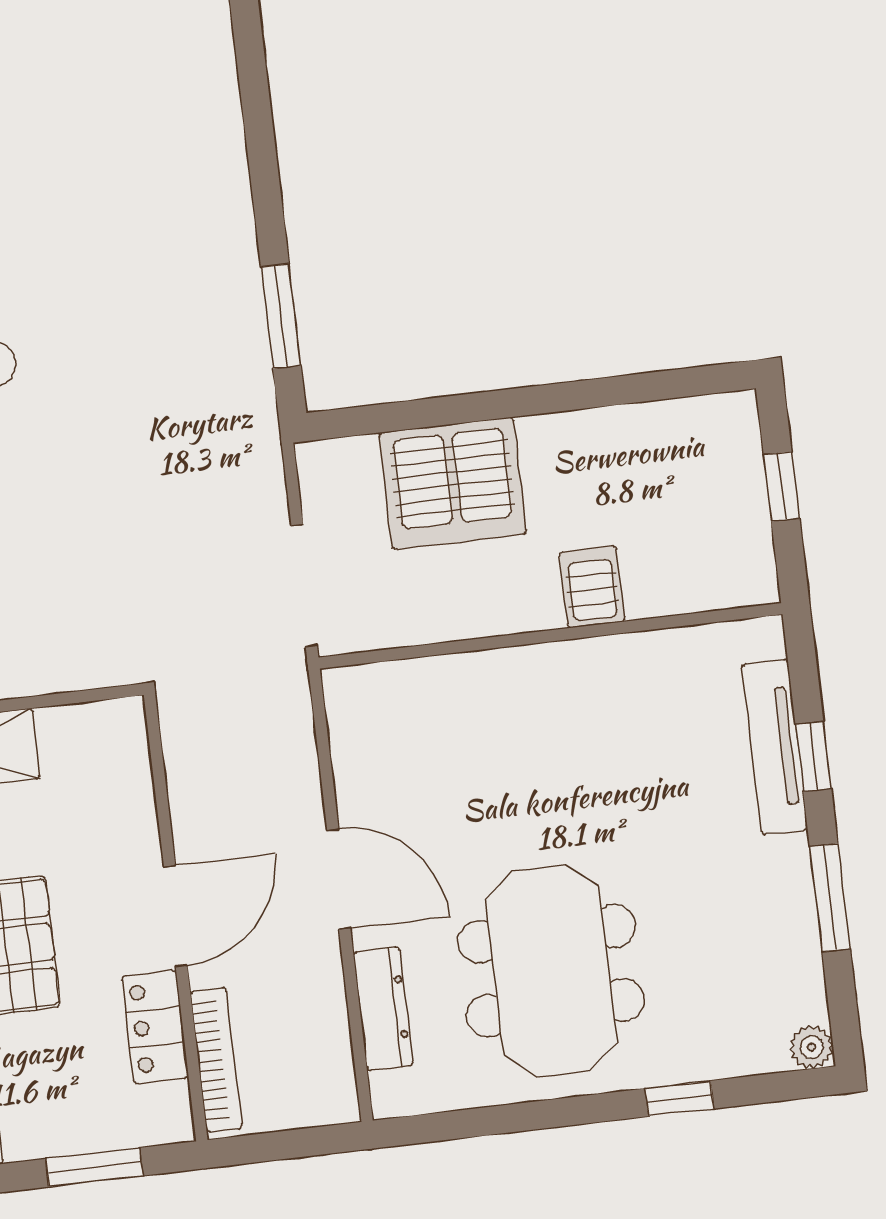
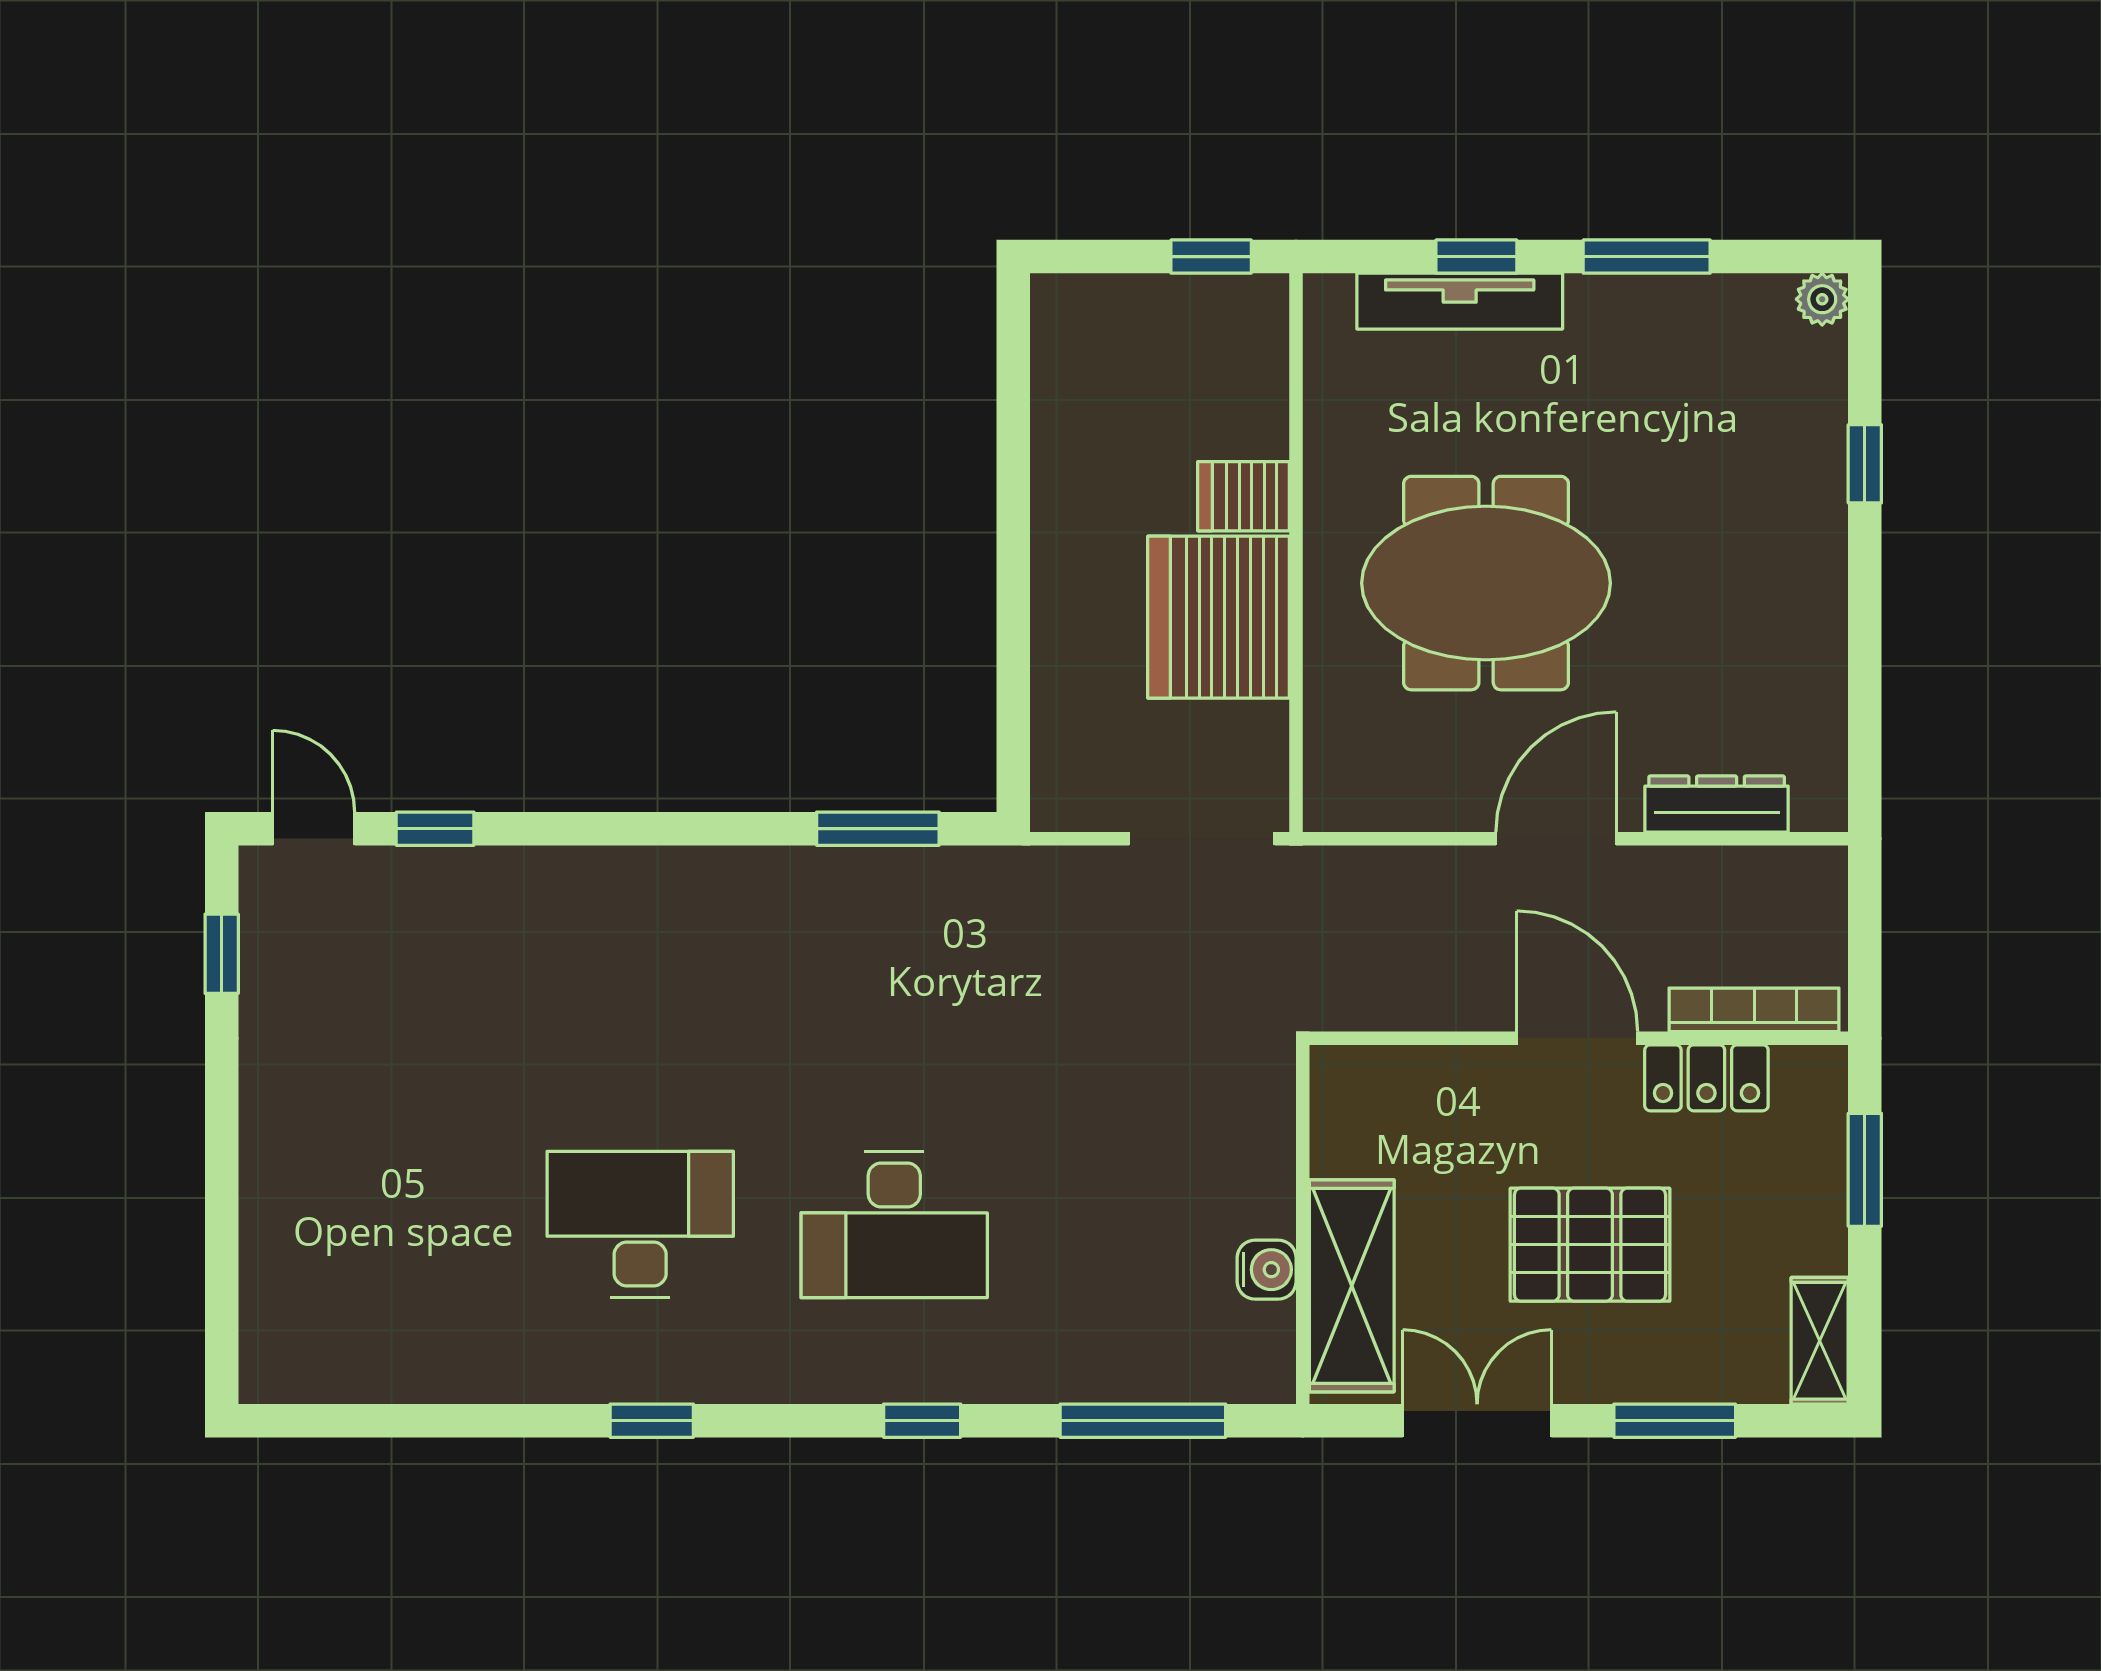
server rack: (453, 483) -> (1219, 617), moved, turned 180
window: (782, 486) -> (1211, 257), moved
meeting table: (551, 971) -> (1486, 583), moved

